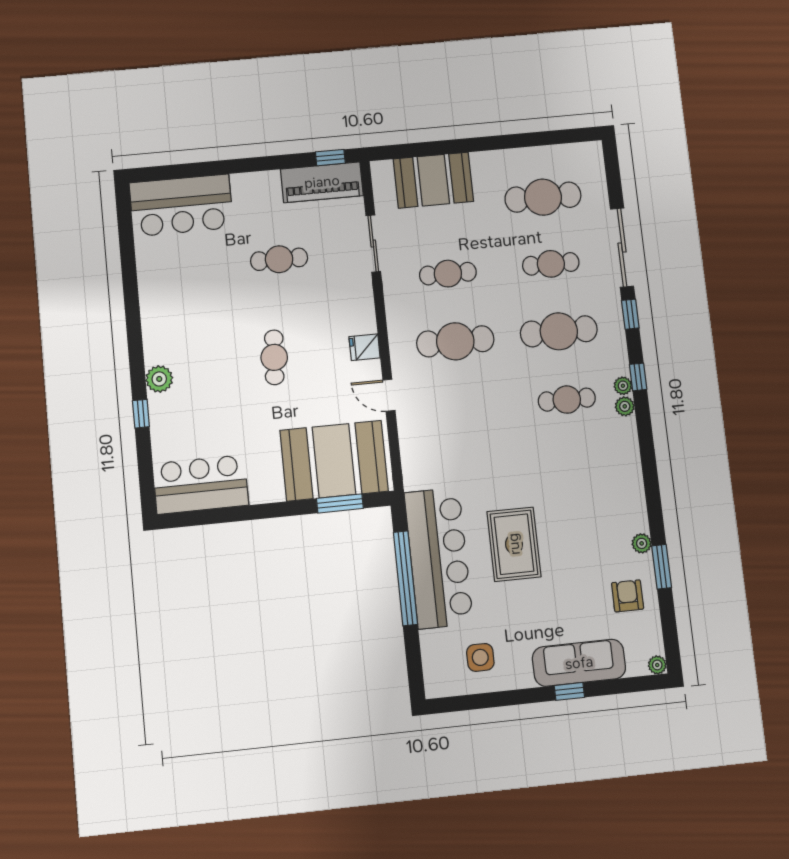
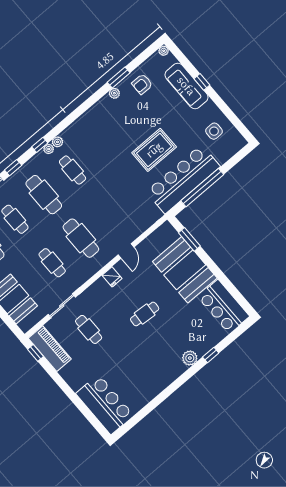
cafe table: (279, 259) -> (89, 329), moved
booth: (334, 461) -> (185, 270), moved

